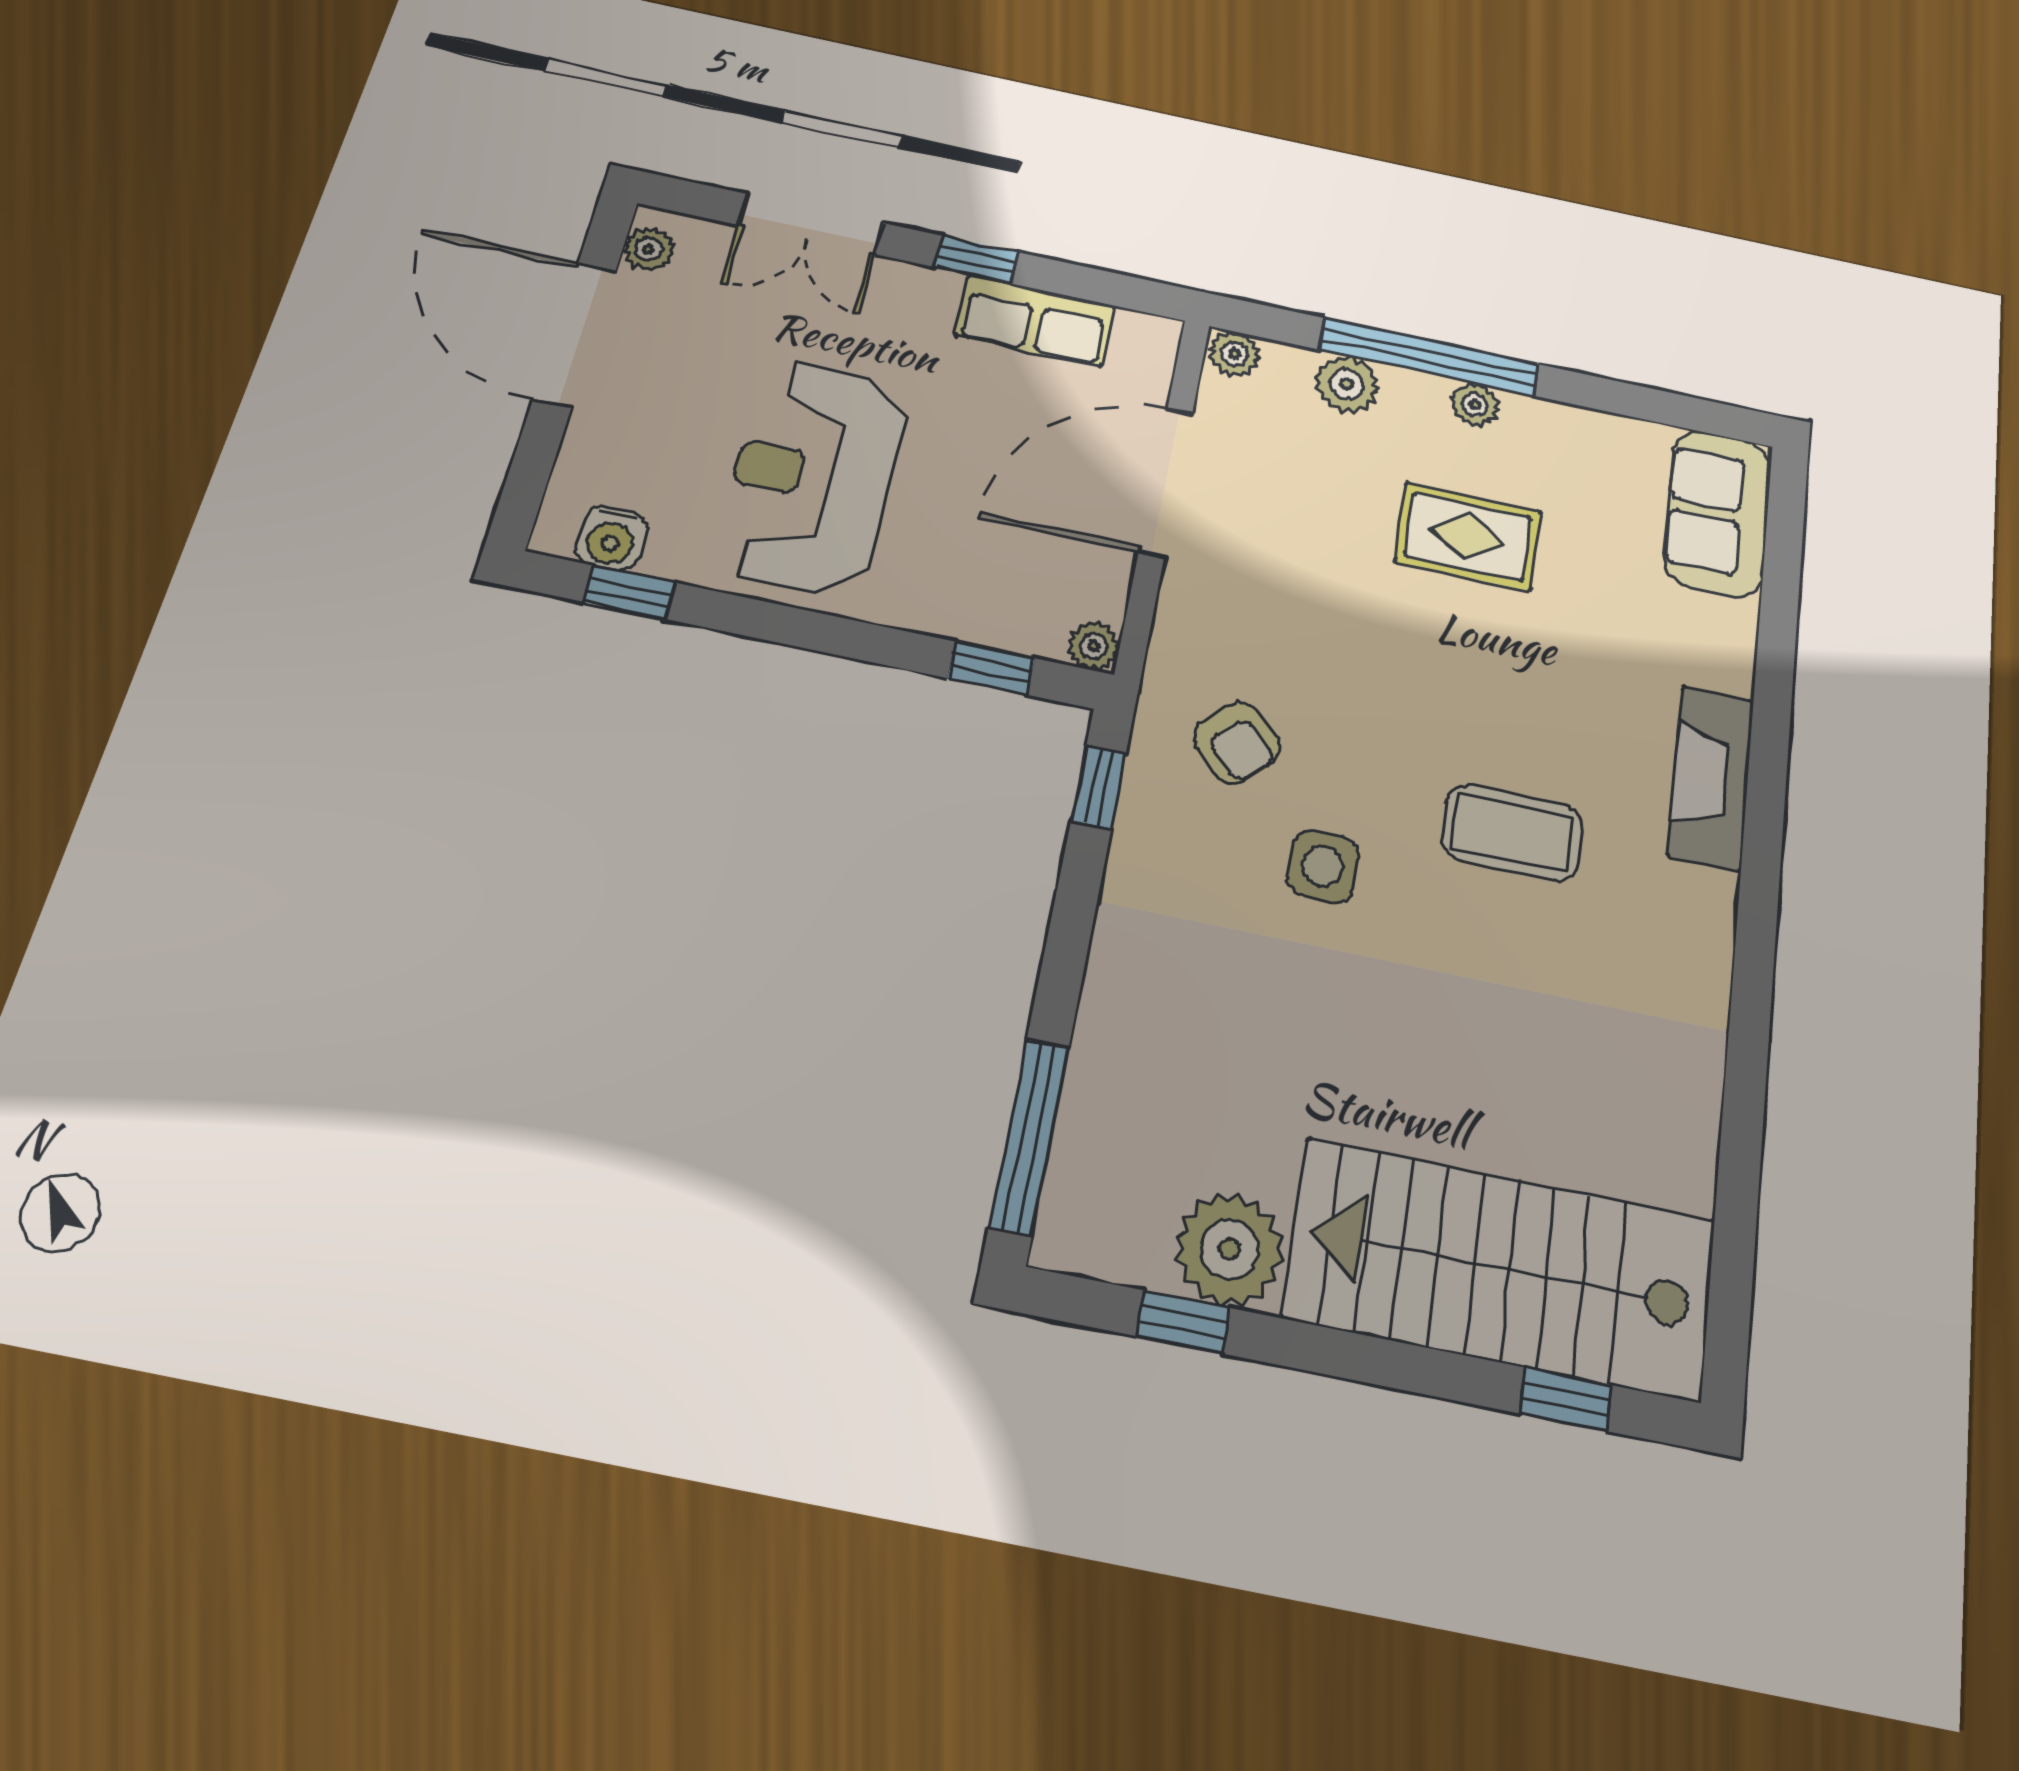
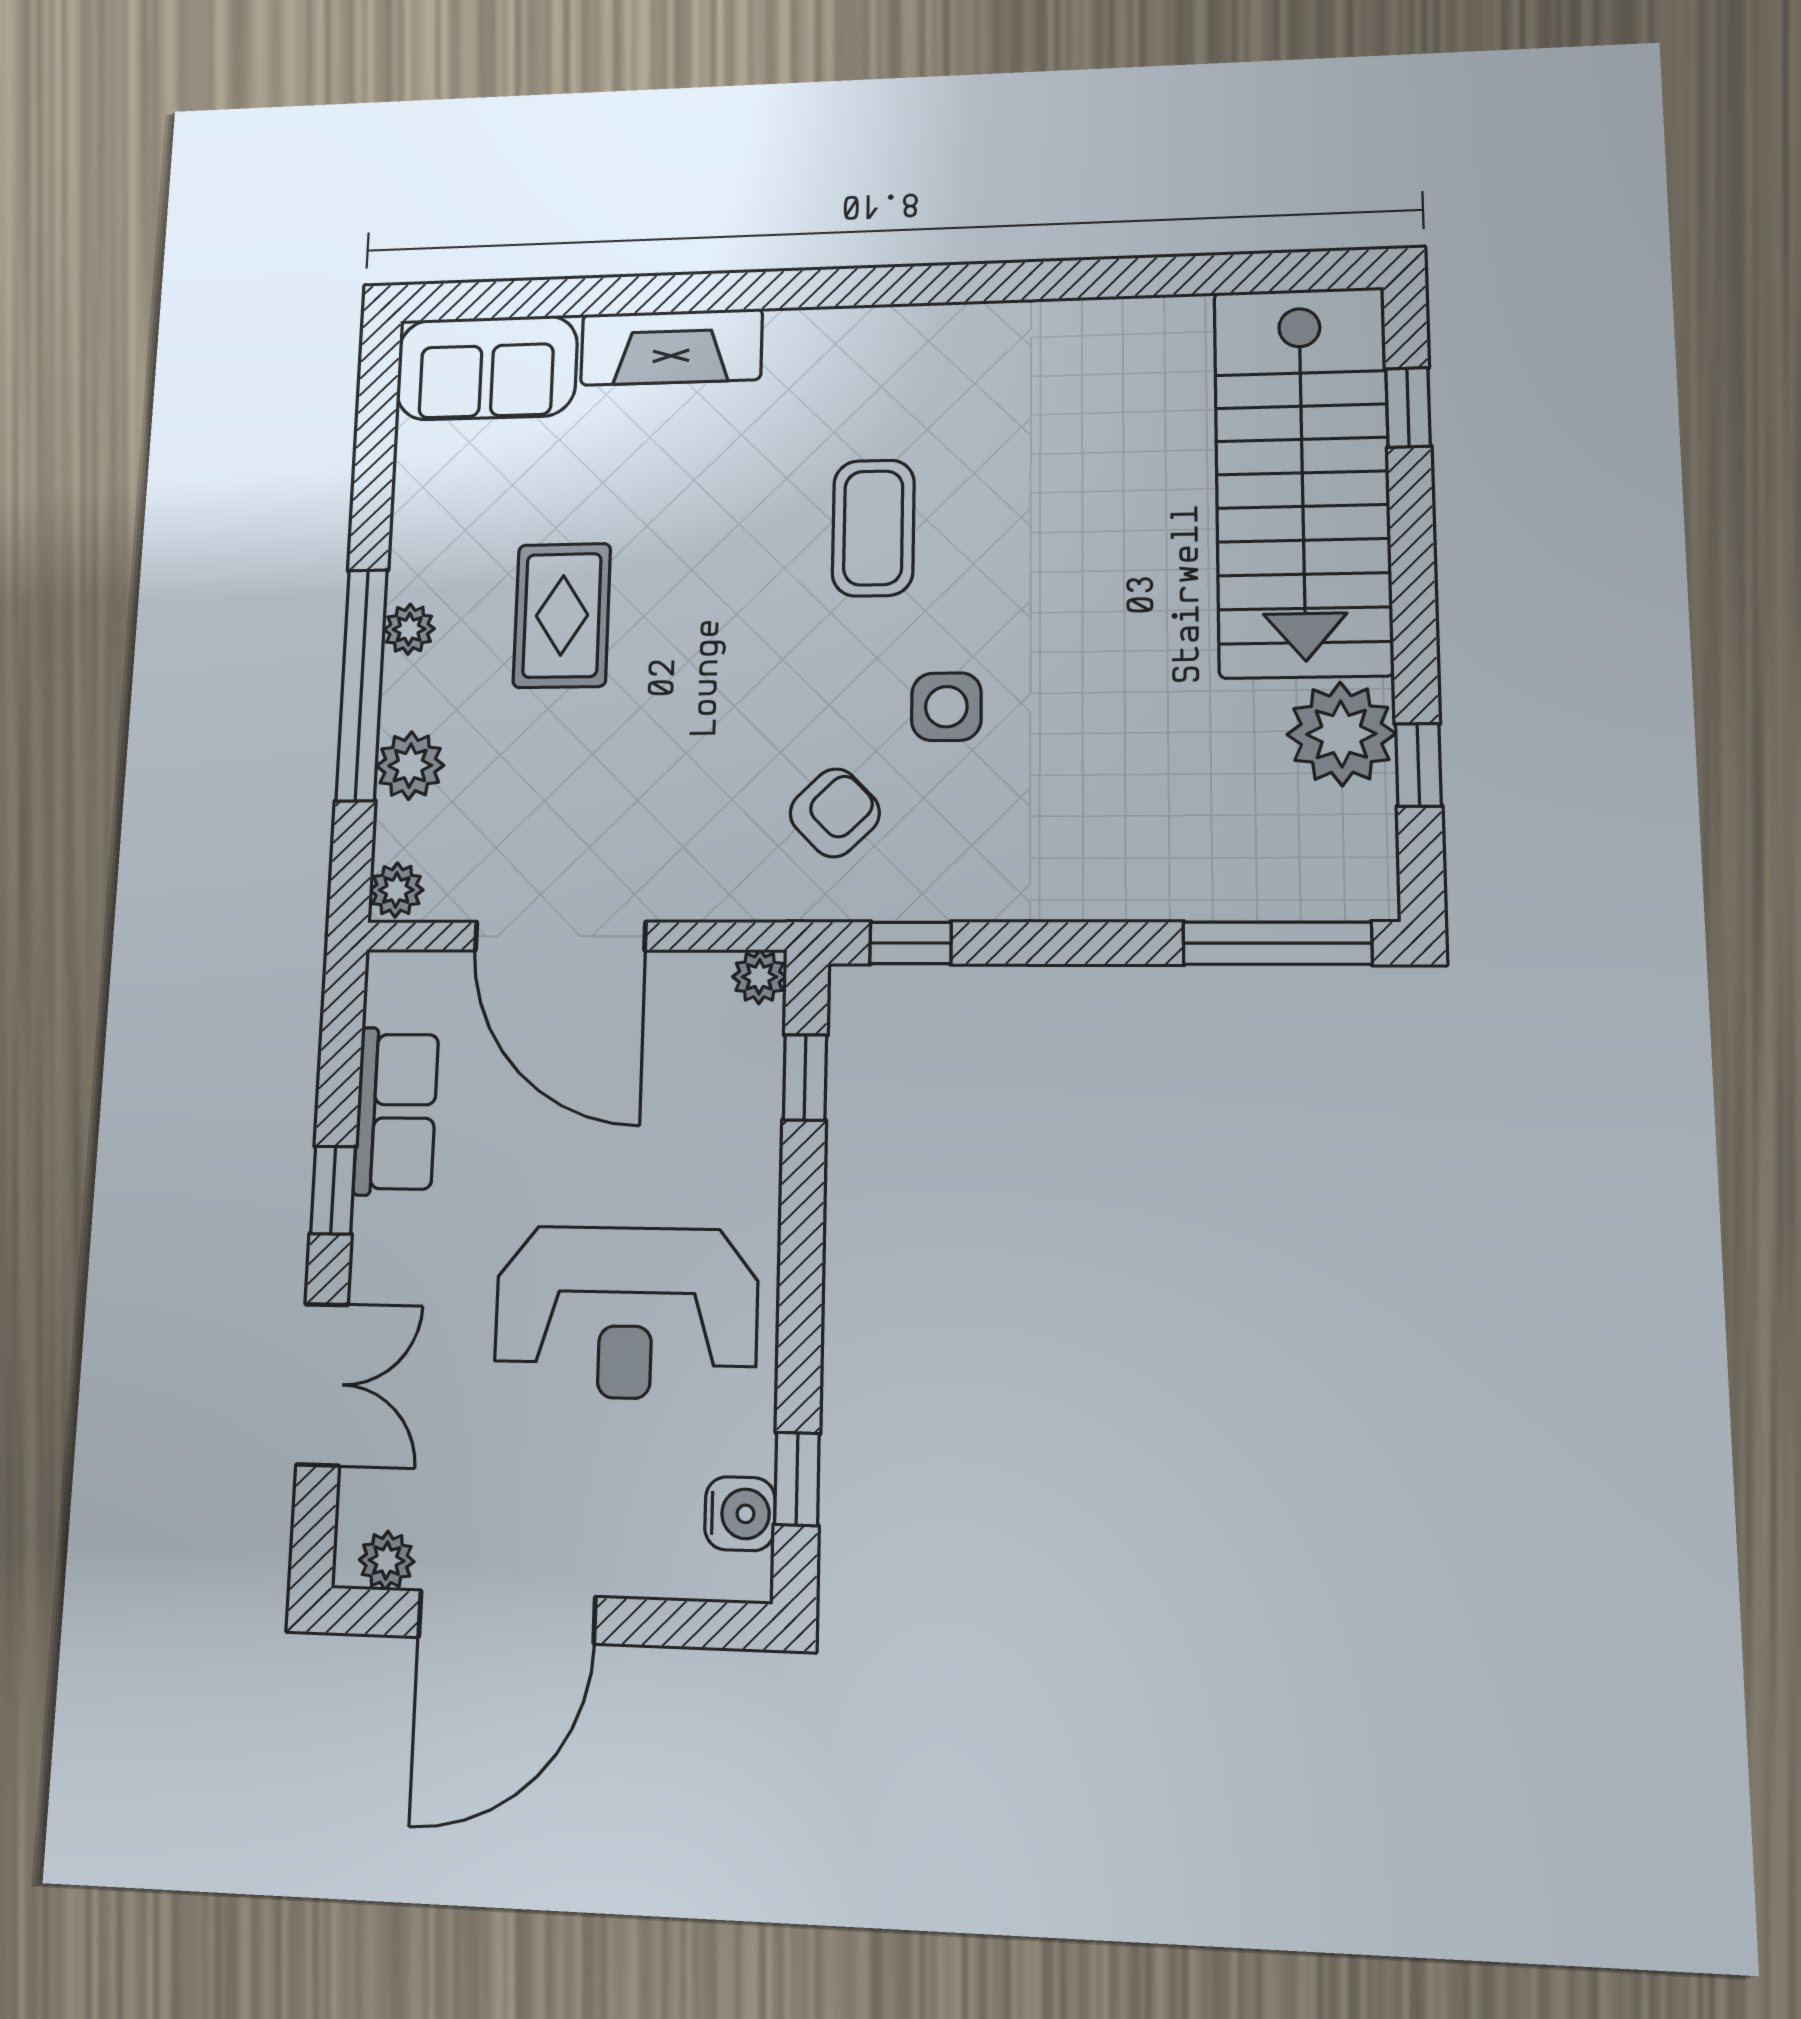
fireplace: (1711, 778) -> (671, 347), moved

